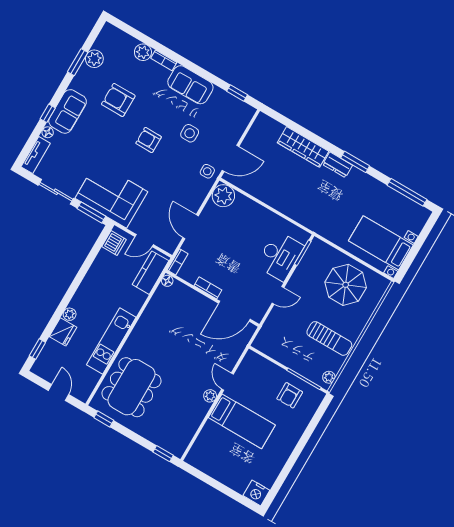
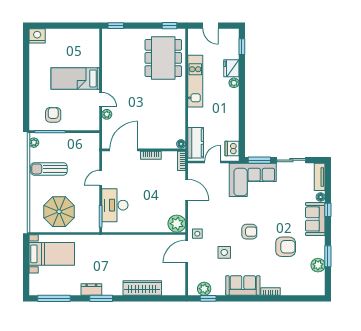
plant: (143, 52) -> (204, 289), moved
dresser: (338, 165) -> (91, 290), moved
plant: (210, 396) -> (107, 114), moved

